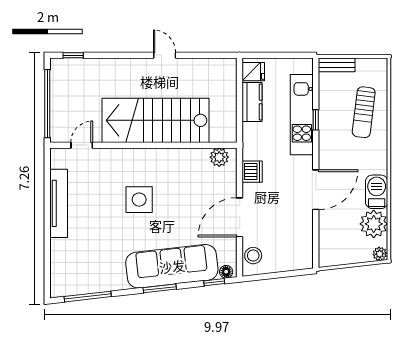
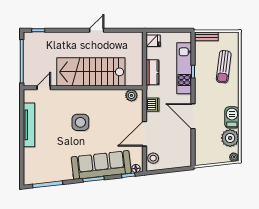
door: (165, 55) -> (97, 30), hinge flipped
kitchen counter: (252, 102) -> (152, 72), moved
door: (316, 190) -> (193, 116), swing flipped

